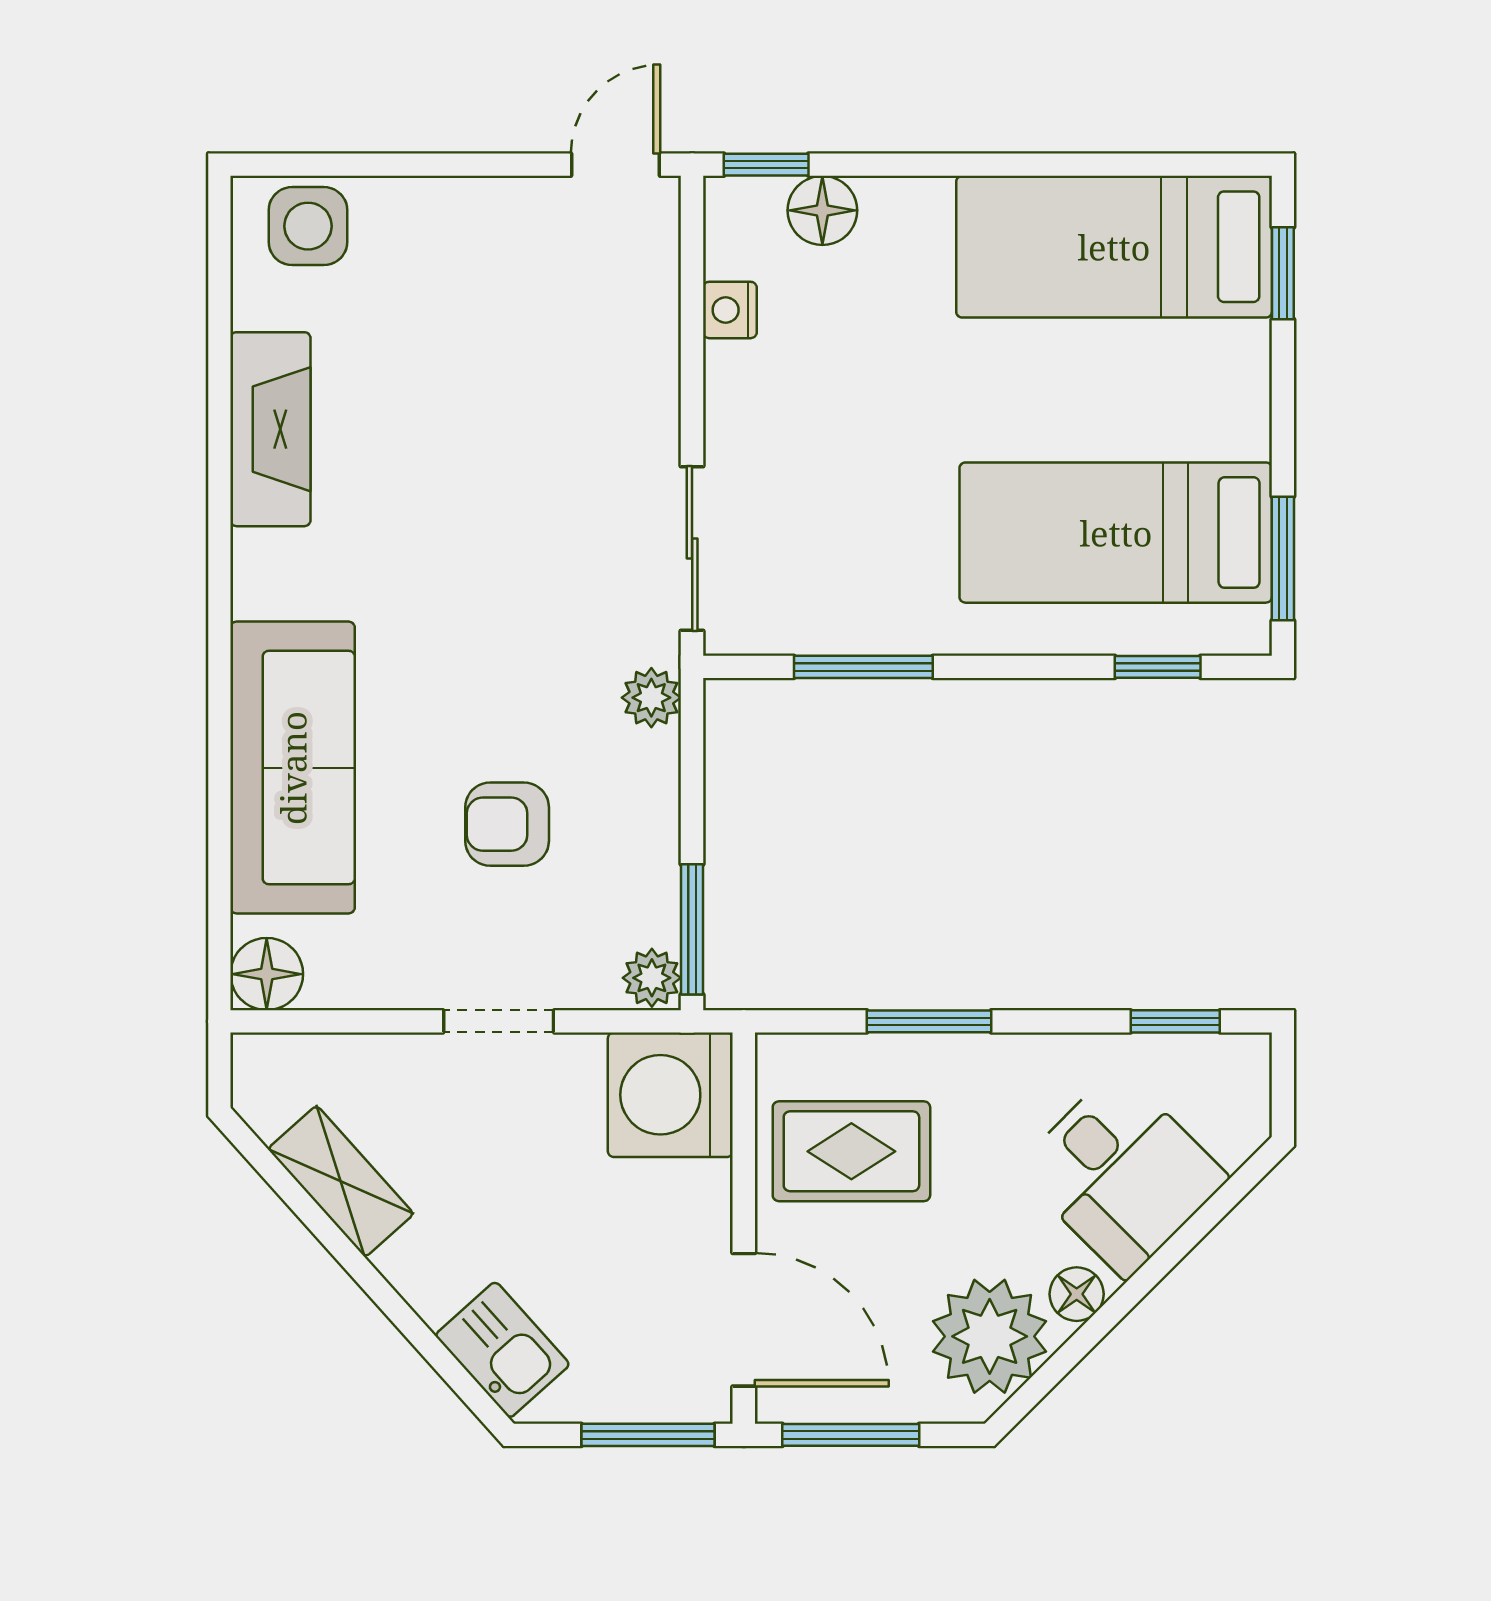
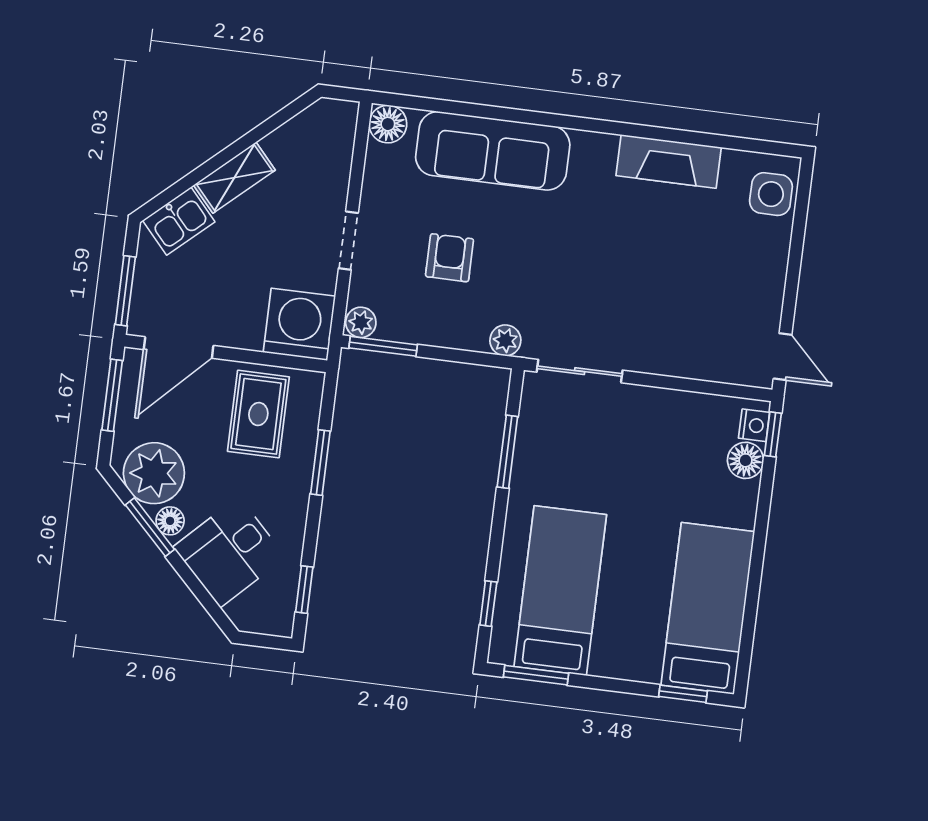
nightstand: (730, 310) -> (754, 425), moved, turned 90
shelving: (341, 1181) -> (234, 178), moved
window: (1093, 1331) -> (150, 527), added

